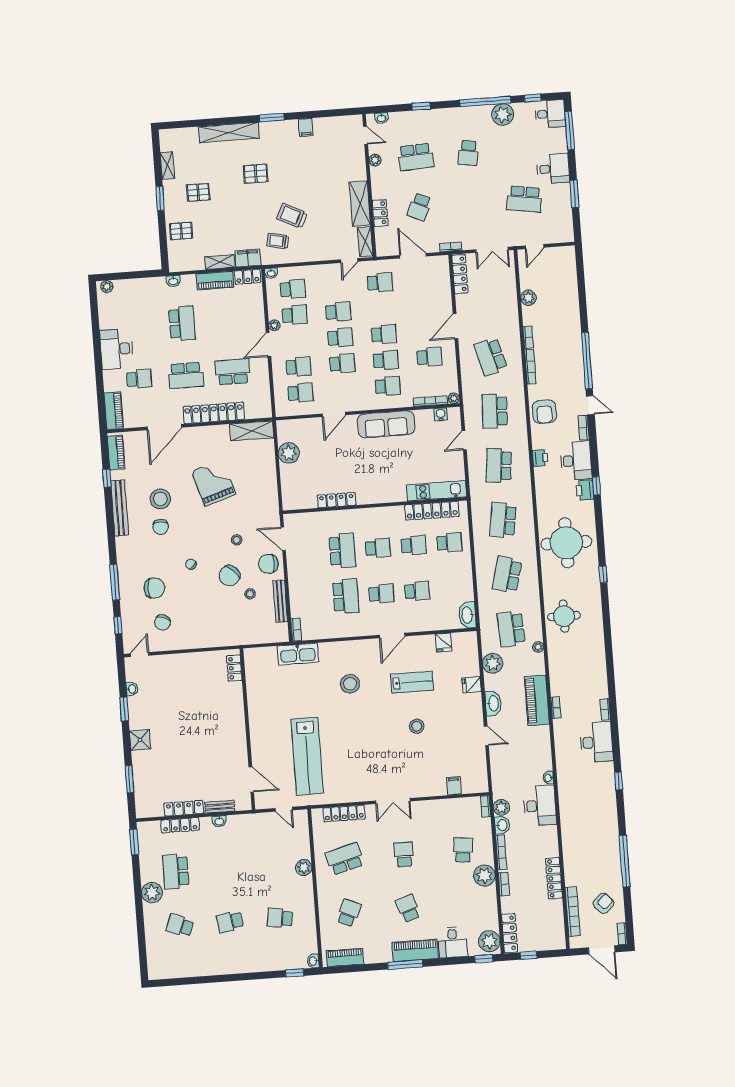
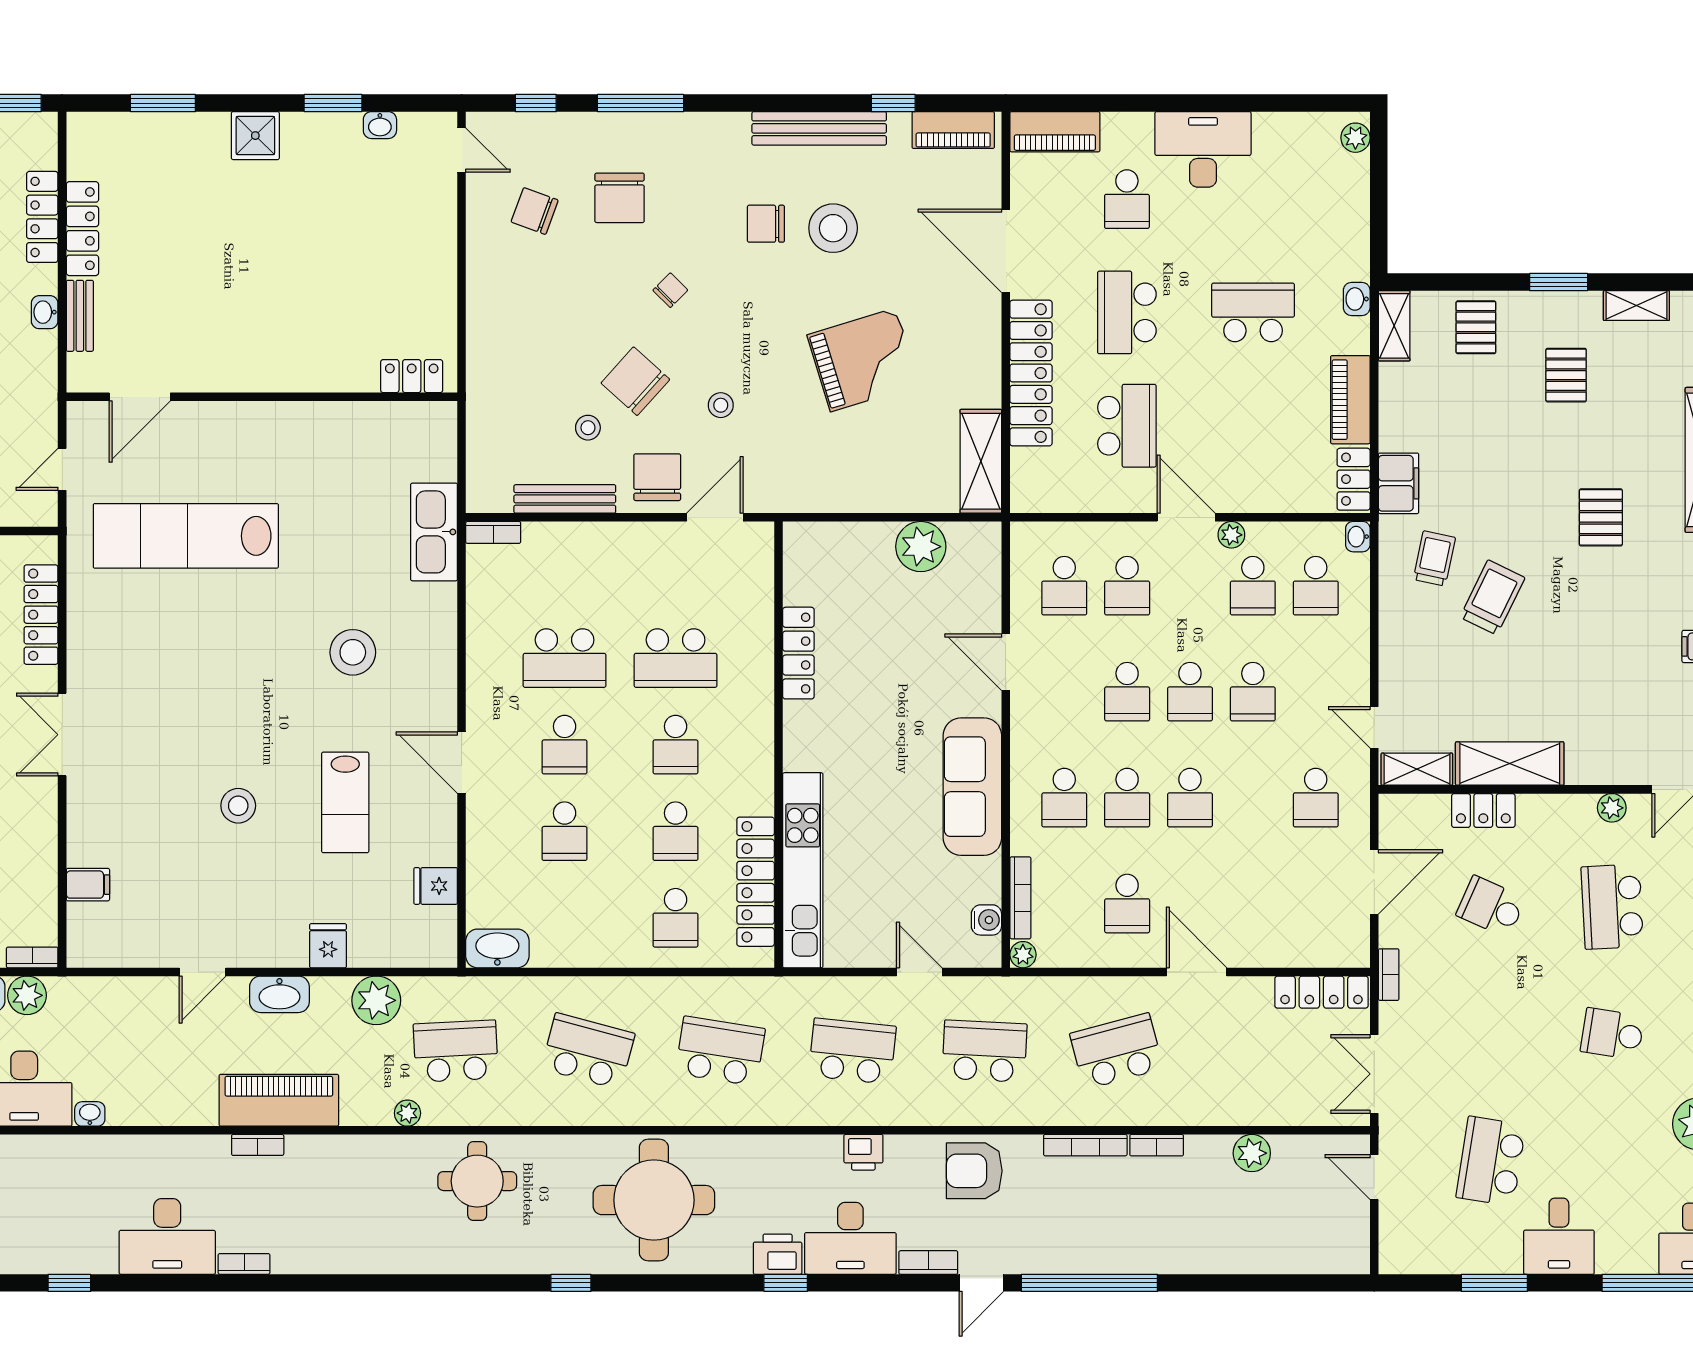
shelving: (220, 262) -> (1394, 326), moved
school desk: (182, 323) -> (1253, 312), turned 180
kitchen unit: (437, 491) -> (803, 870), width x1.36

